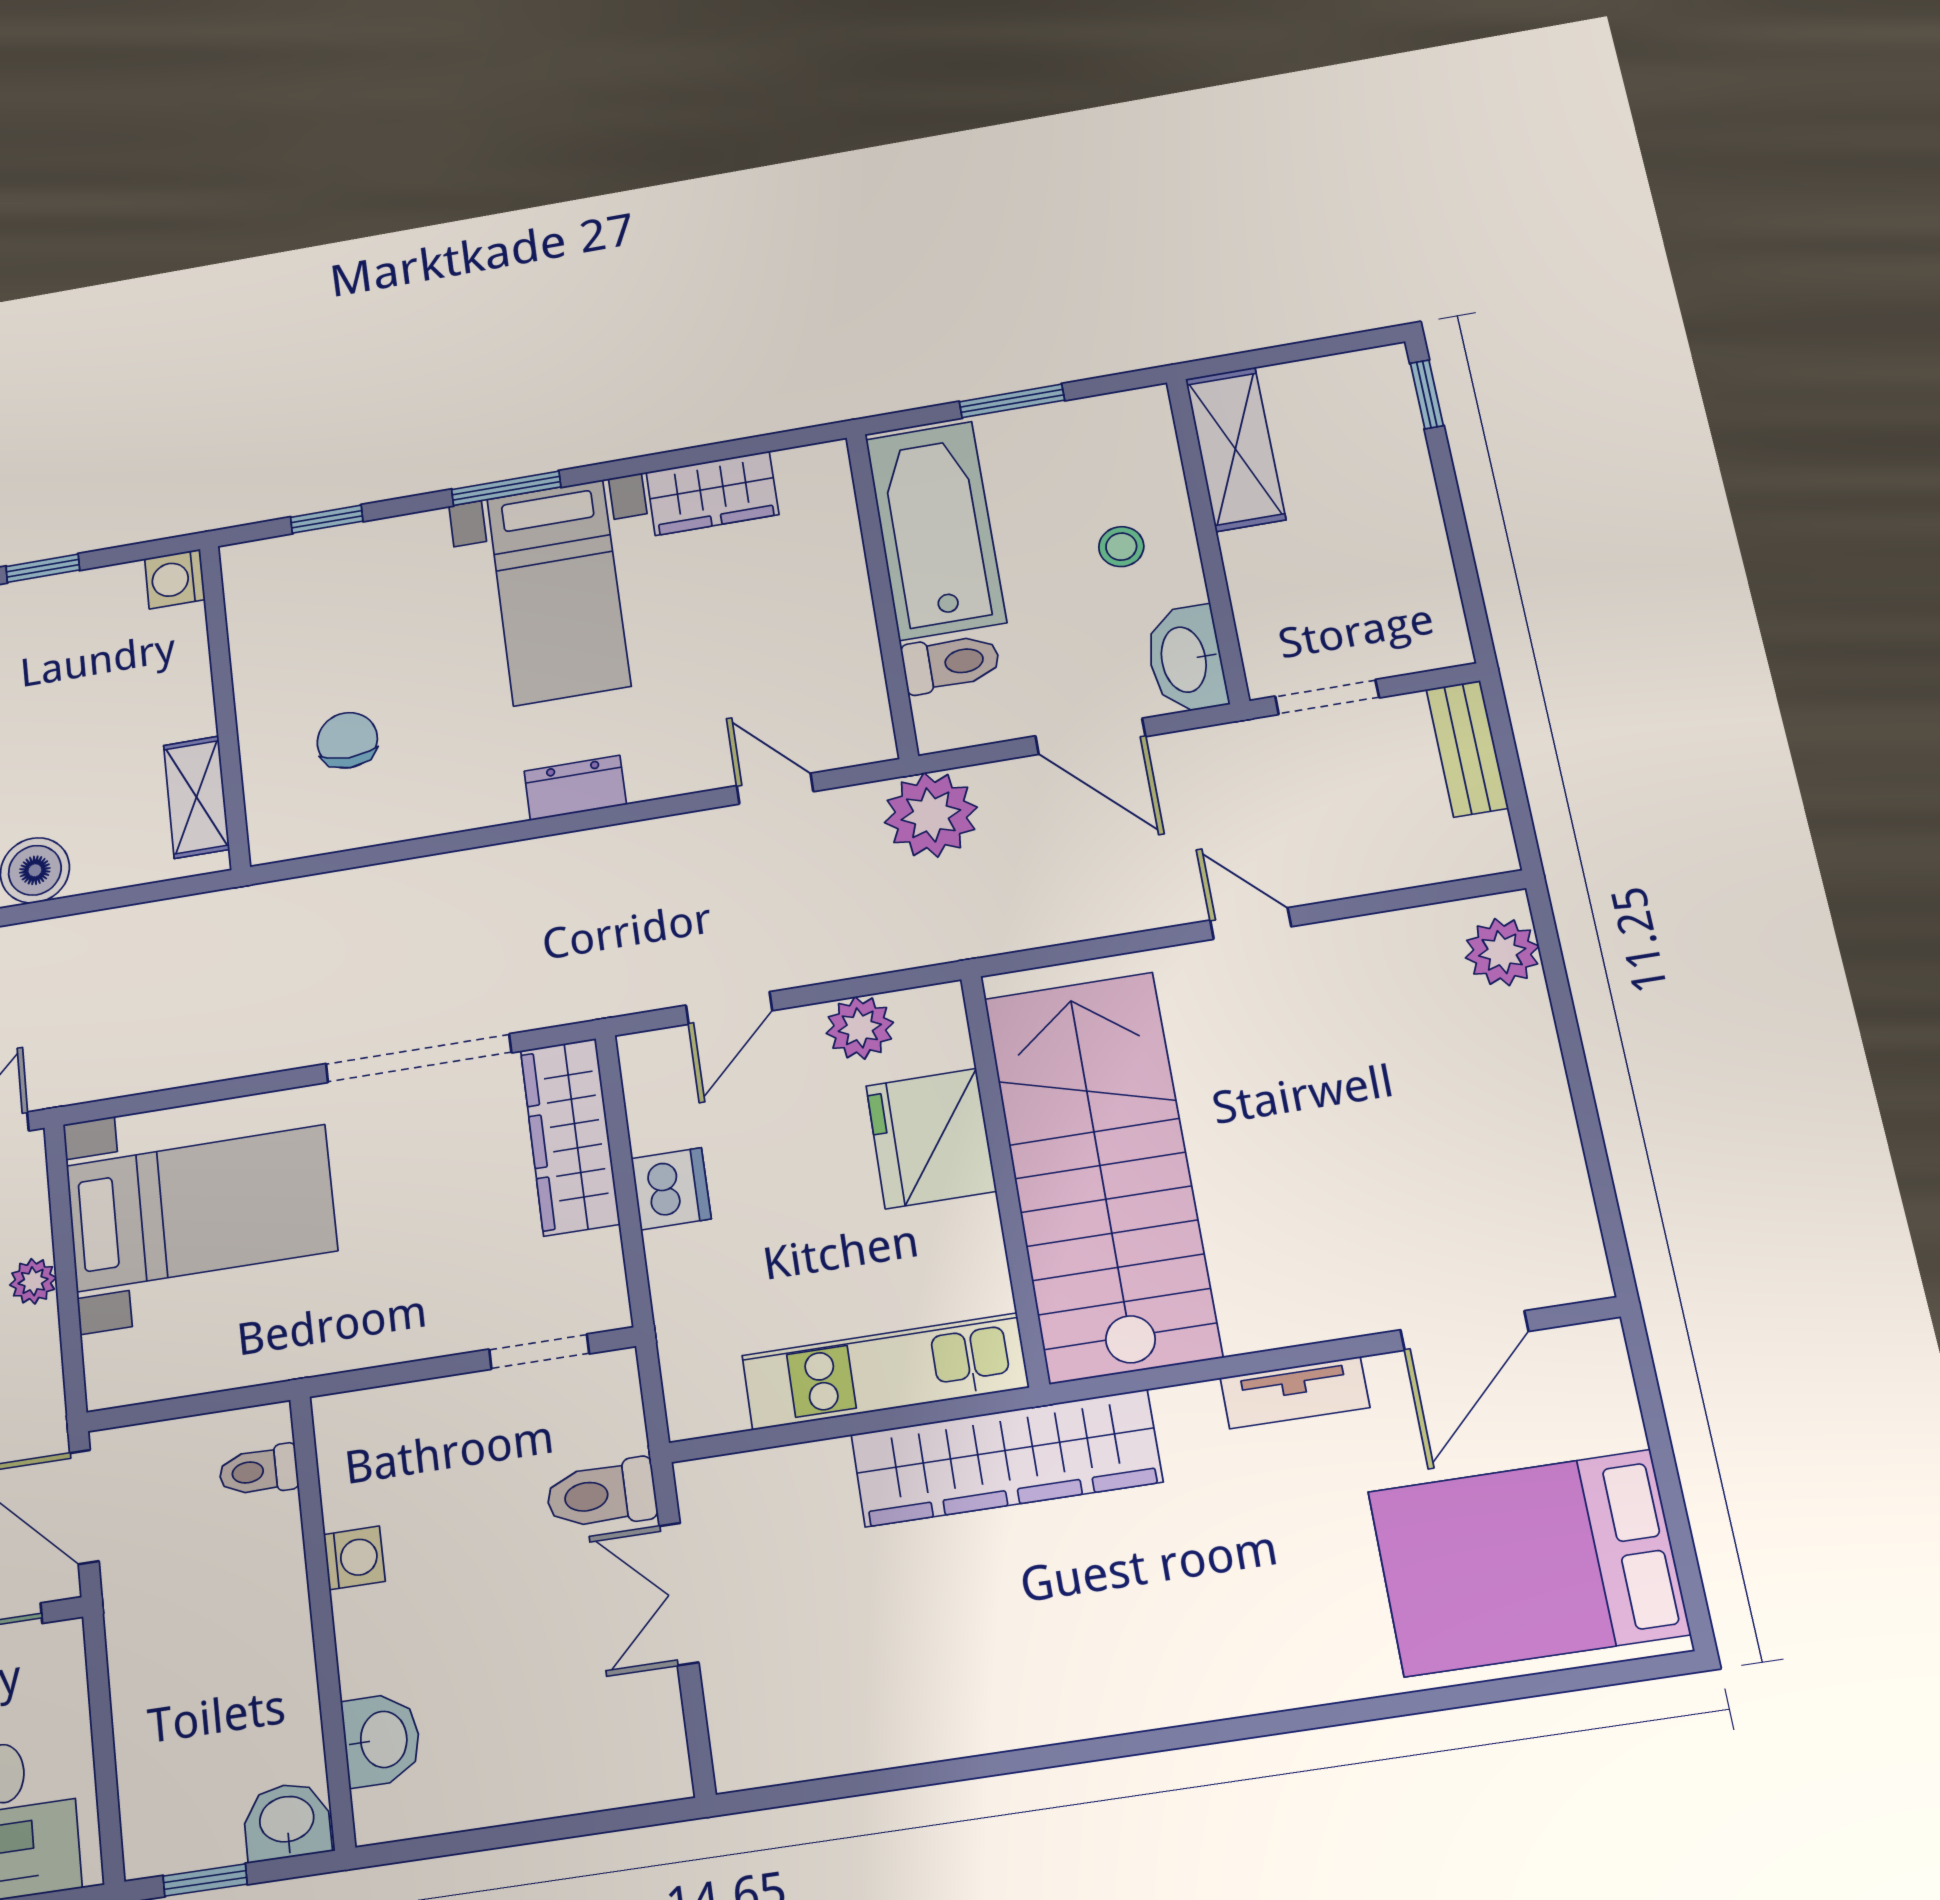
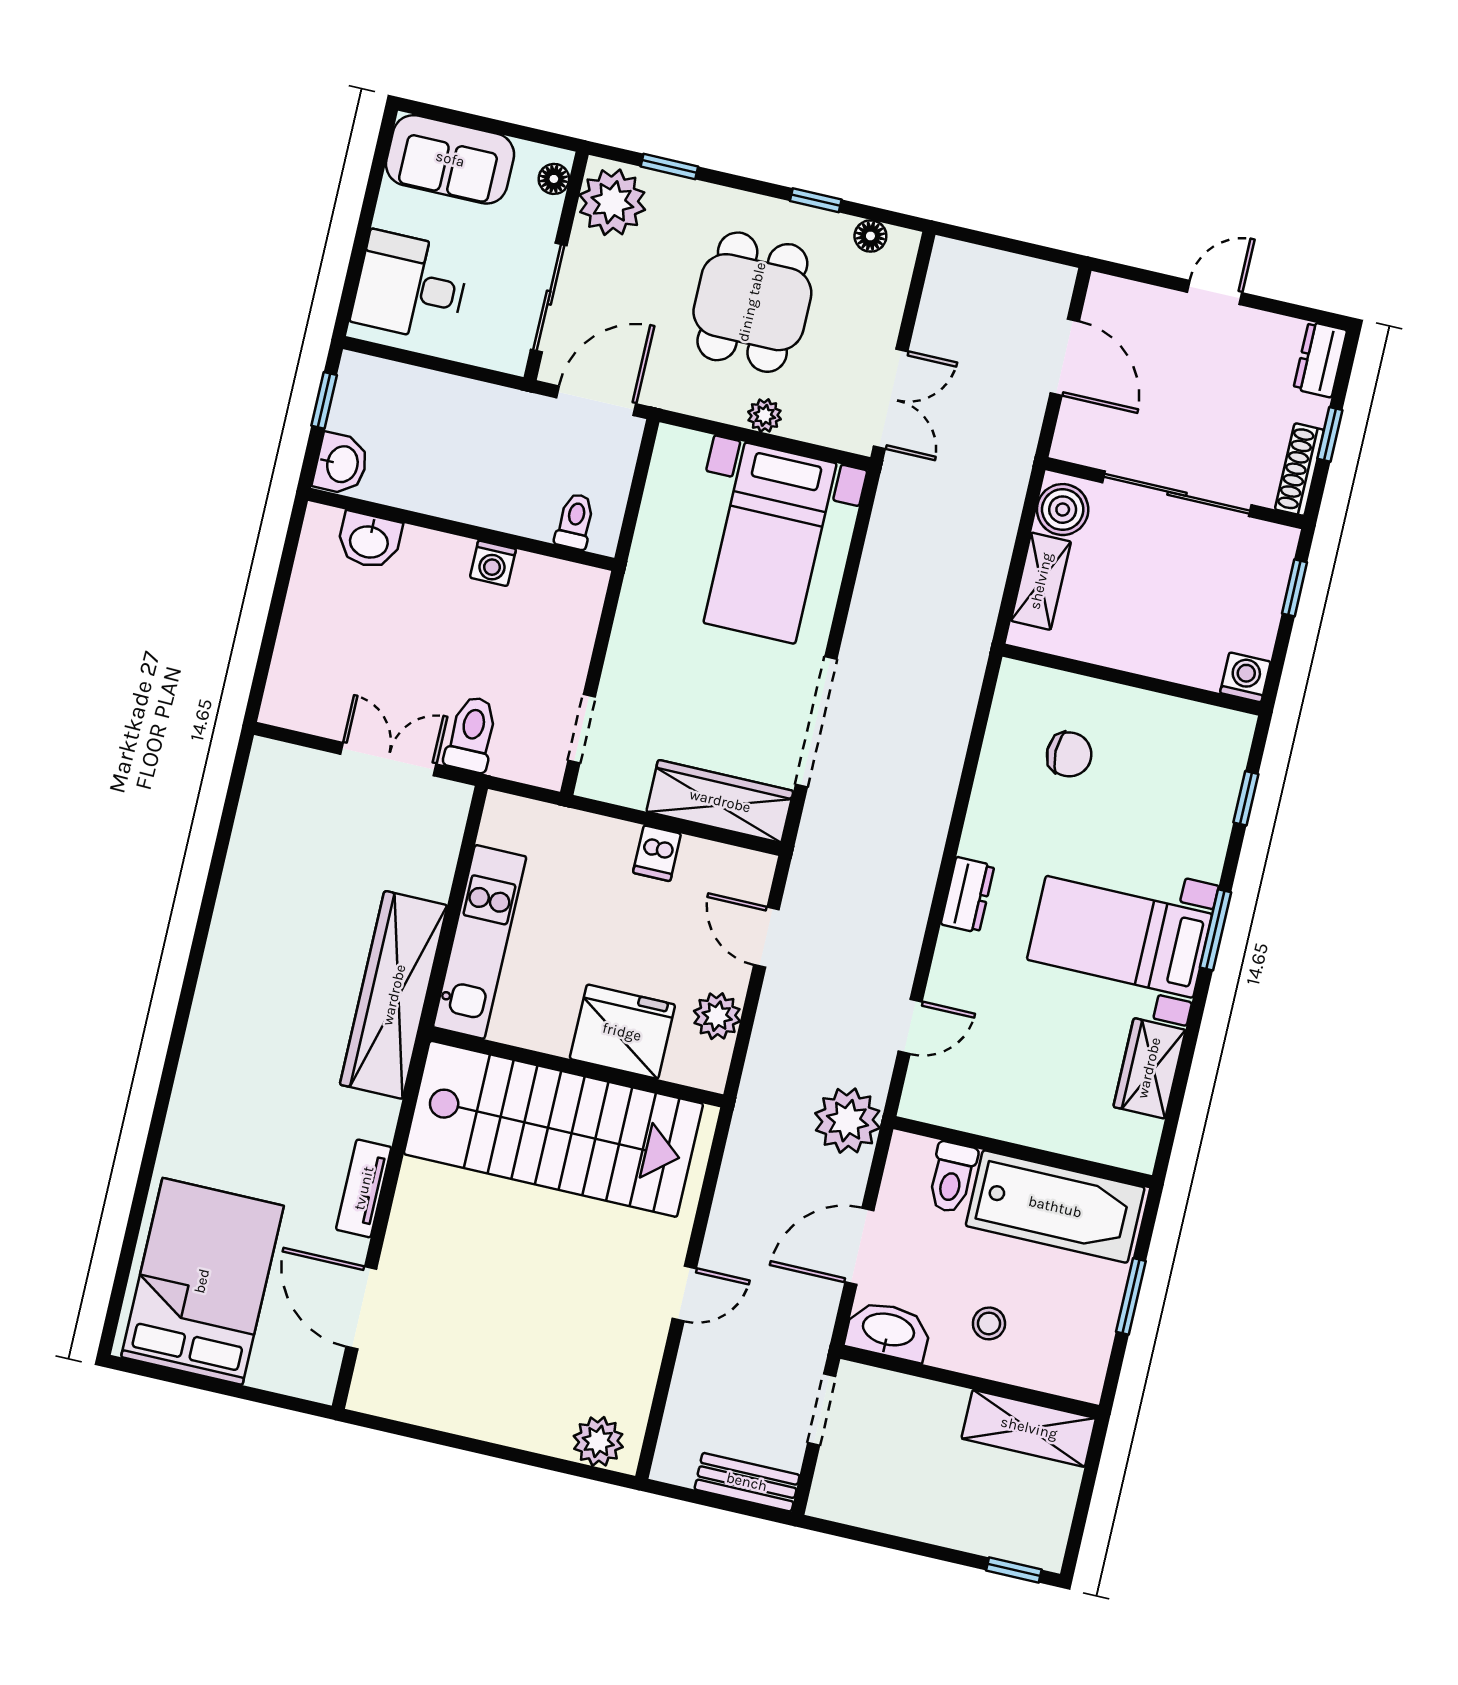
shelving: (197, 797) -> (1041, 581), moved, turned 90
dishwasher: (671, 1189) -> (657, 853), width x0.73

